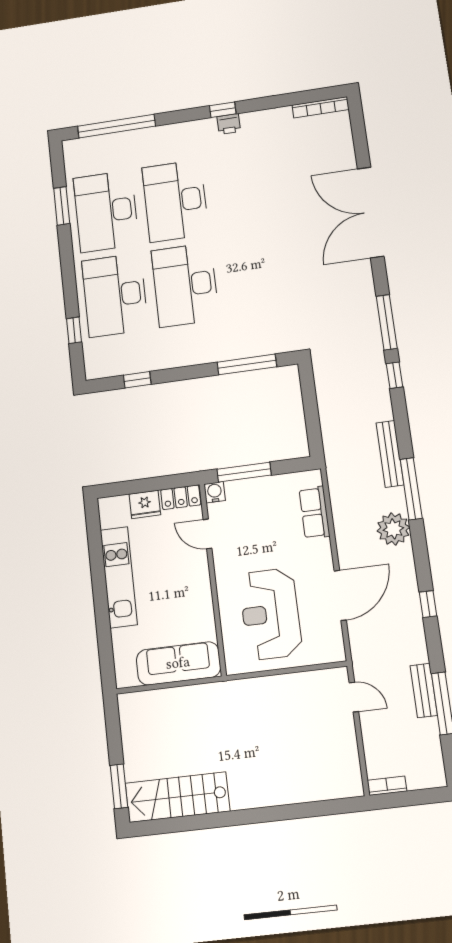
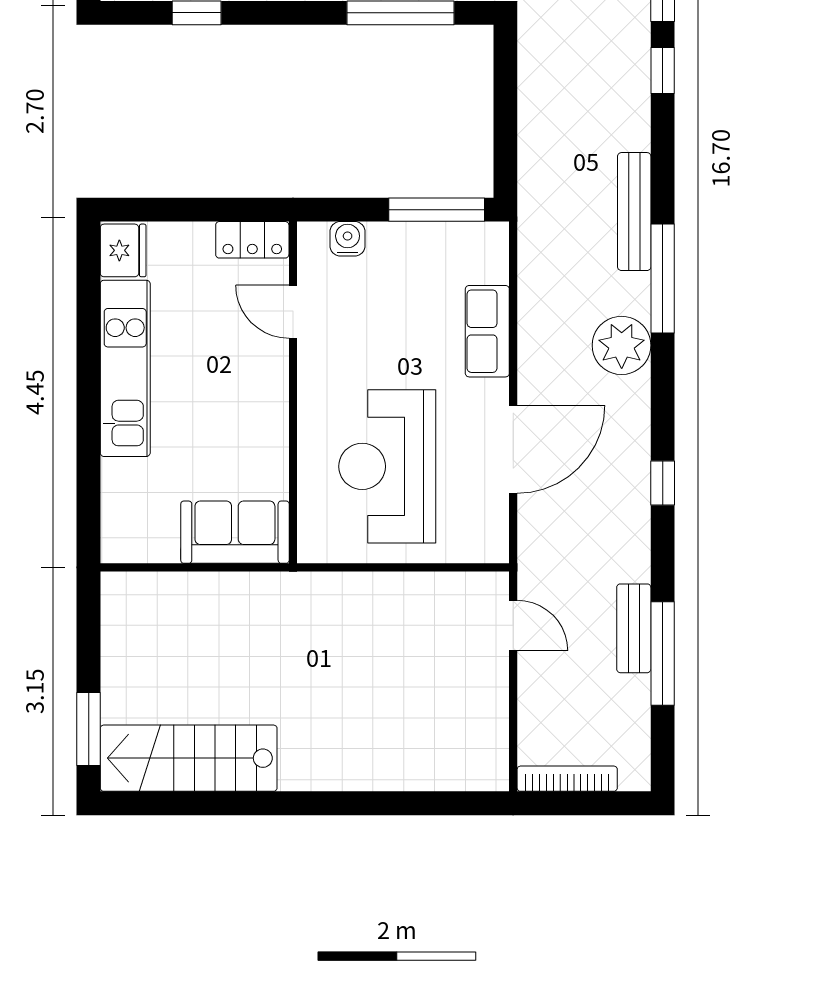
window: (244, 472) -> (437, 210), moved
water cooler: (215, 492) -> (348, 239), moved
fridge: (145, 504) -> (123, 250), moved, turned -90
row of seats: (314, 513) -> (487, 331), moved
sofa: (178, 663) -> (235, 532), width x0.73
bookcase: (387, 786) -> (567, 779), width x1.56

